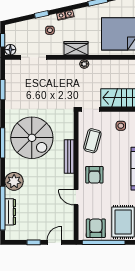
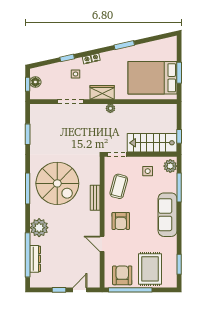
floor lamp: (10, 50) -> (35, 82), moved
doorway: (34, 57) -> (70, 102), moved
bench: (69, 156) -> (95, 198), width x0.73

